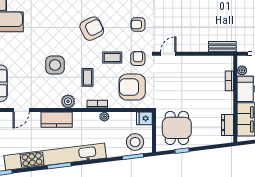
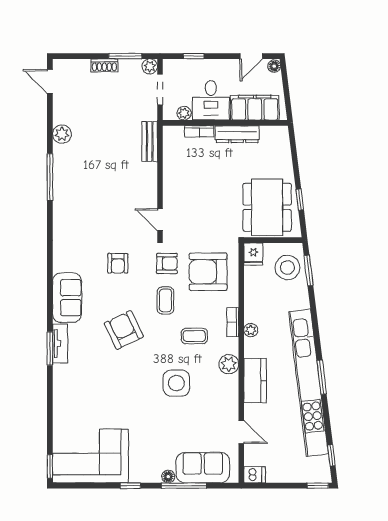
armchair: (138, 58) -> (167, 263), turned 180
armchair: (132, 87) -> (208, 272), turned 90
plant: (104, 117) -> (251, 330), moved
dresser: (227, 125) -> (237, 134), moved, width x1.44
dining table: (177, 128) -> (267, 207), width x1.38

